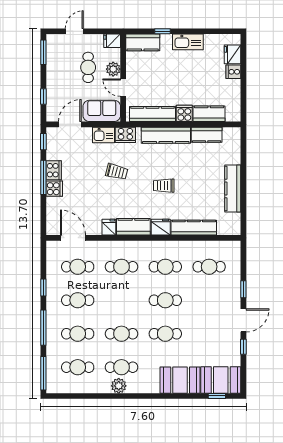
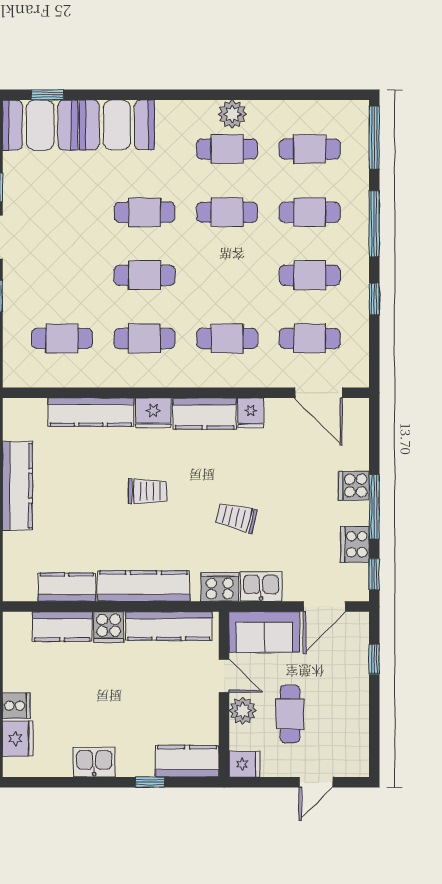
kitchen sink: (188, 42) -> (94, 762), width x0.73
window: (43, 52) -> (374, 743), removed
cooker: (54, 170) -> (355, 544), moved

